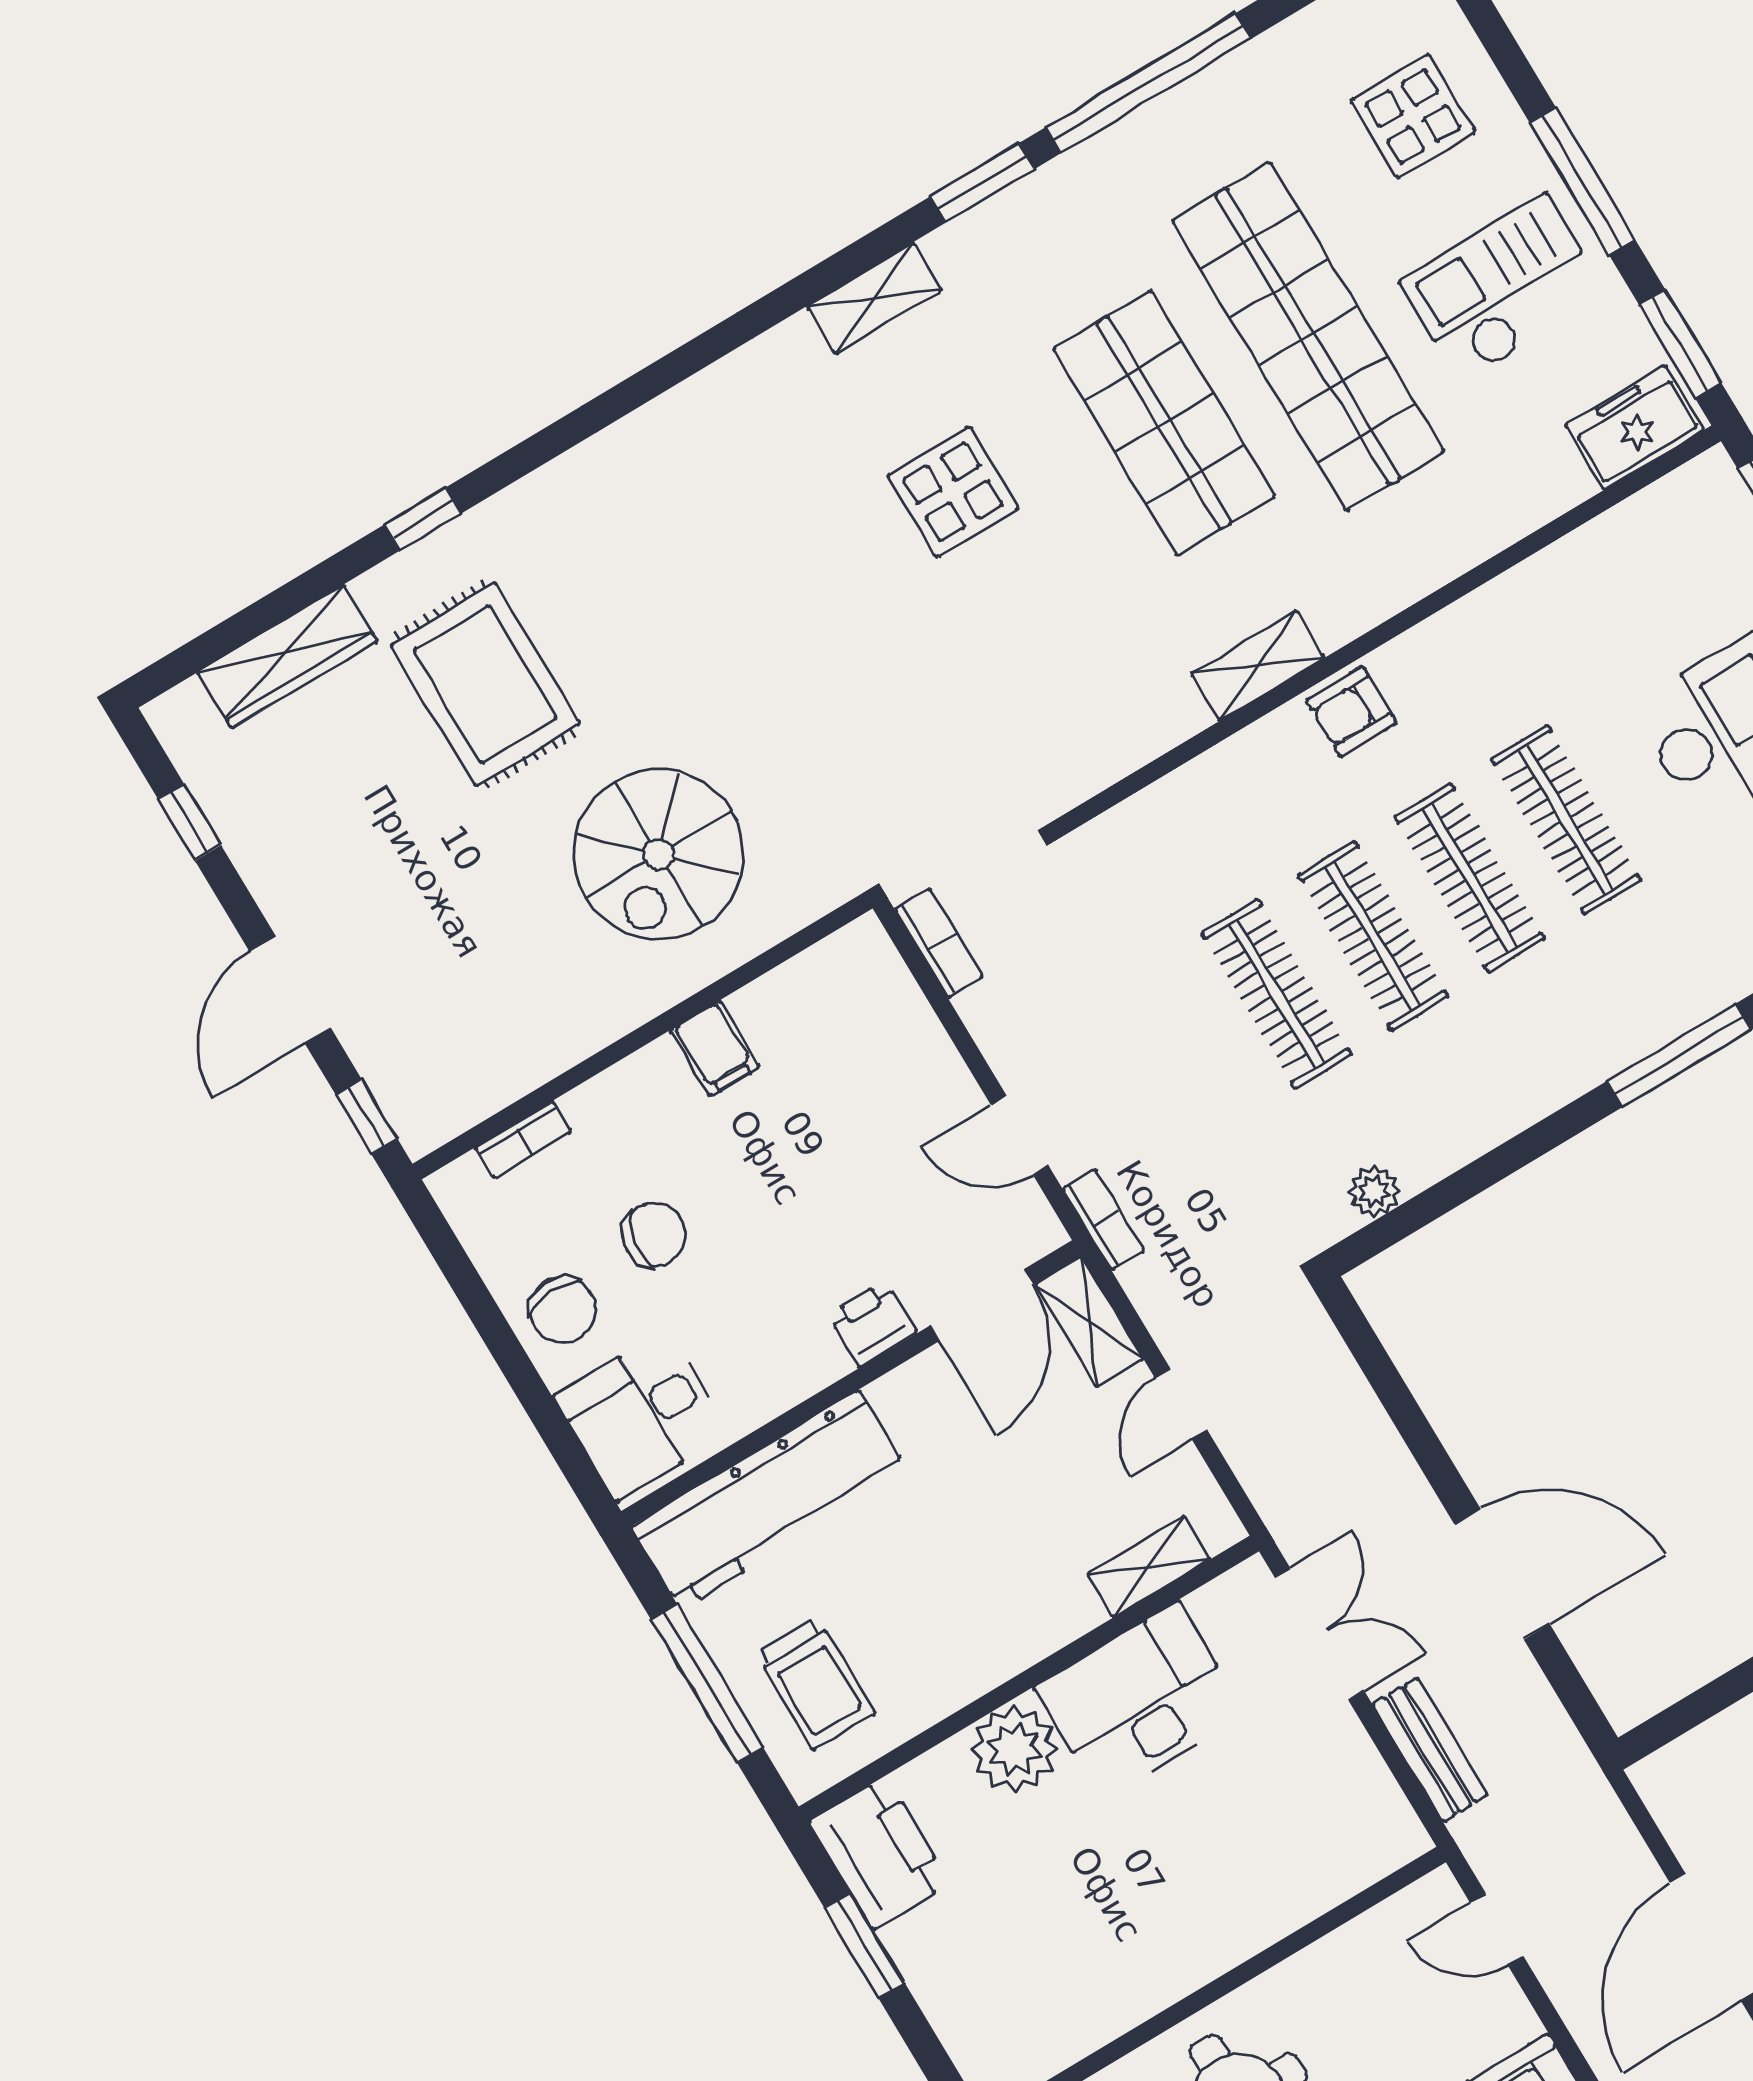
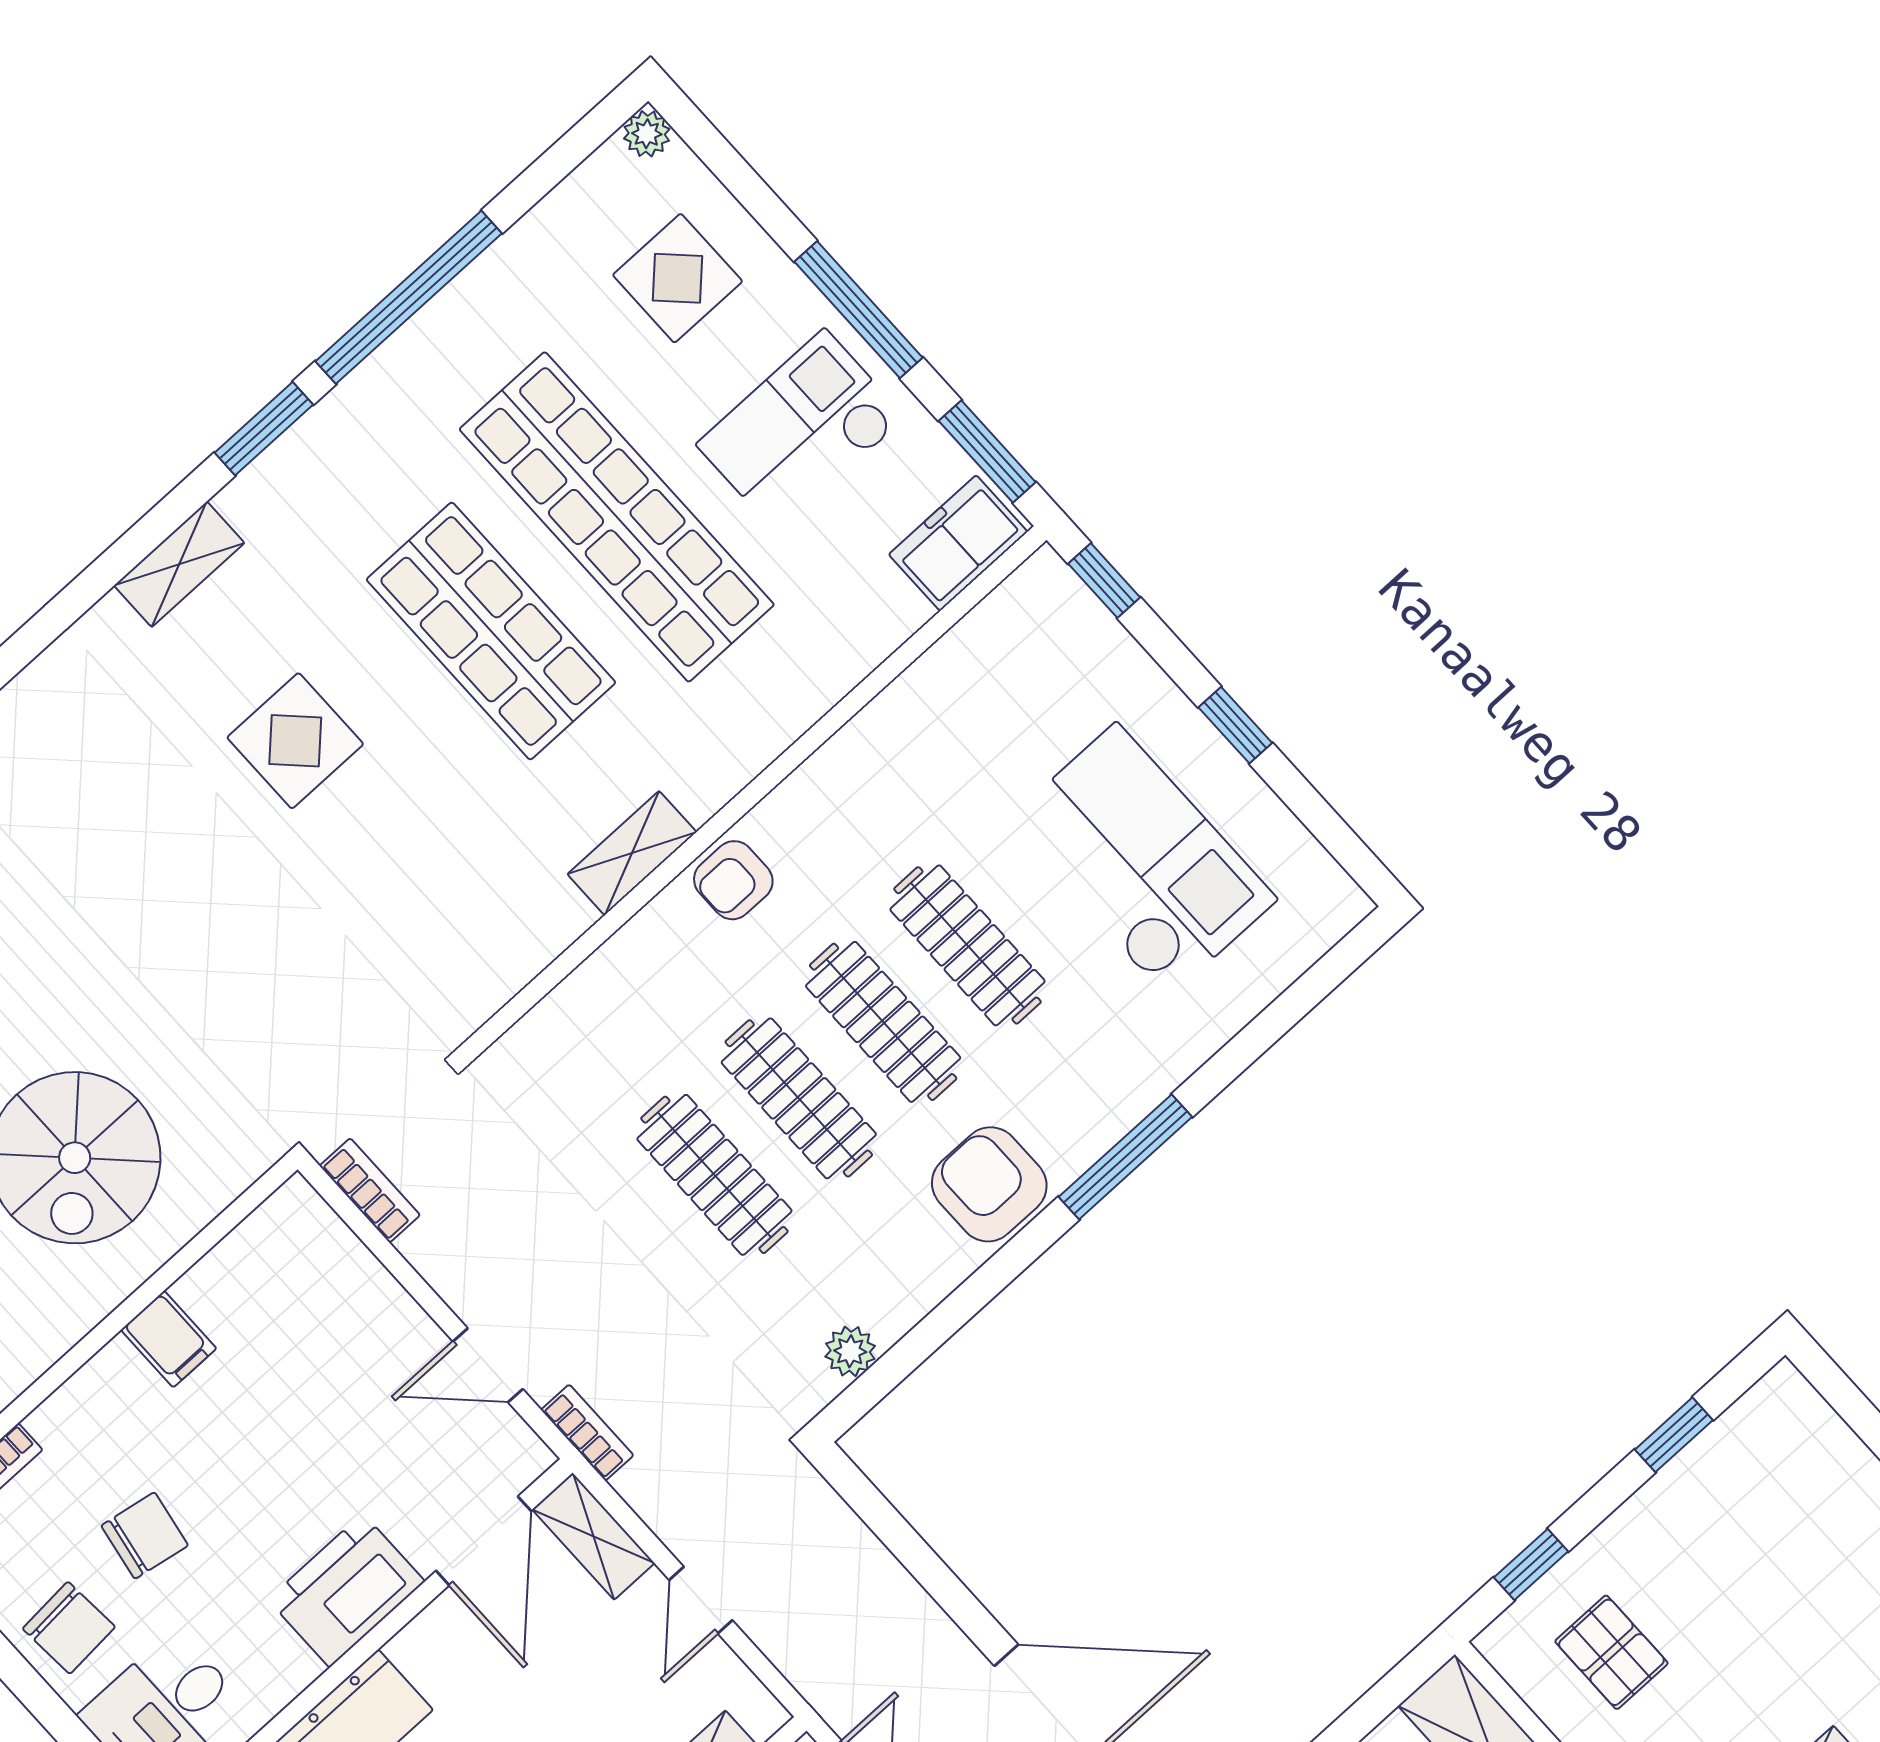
armchair: (1541, 1056) -> (989, 1184), added
printer: (872, 1324) -> (346, 1590), width x1.87, depth x1.48

